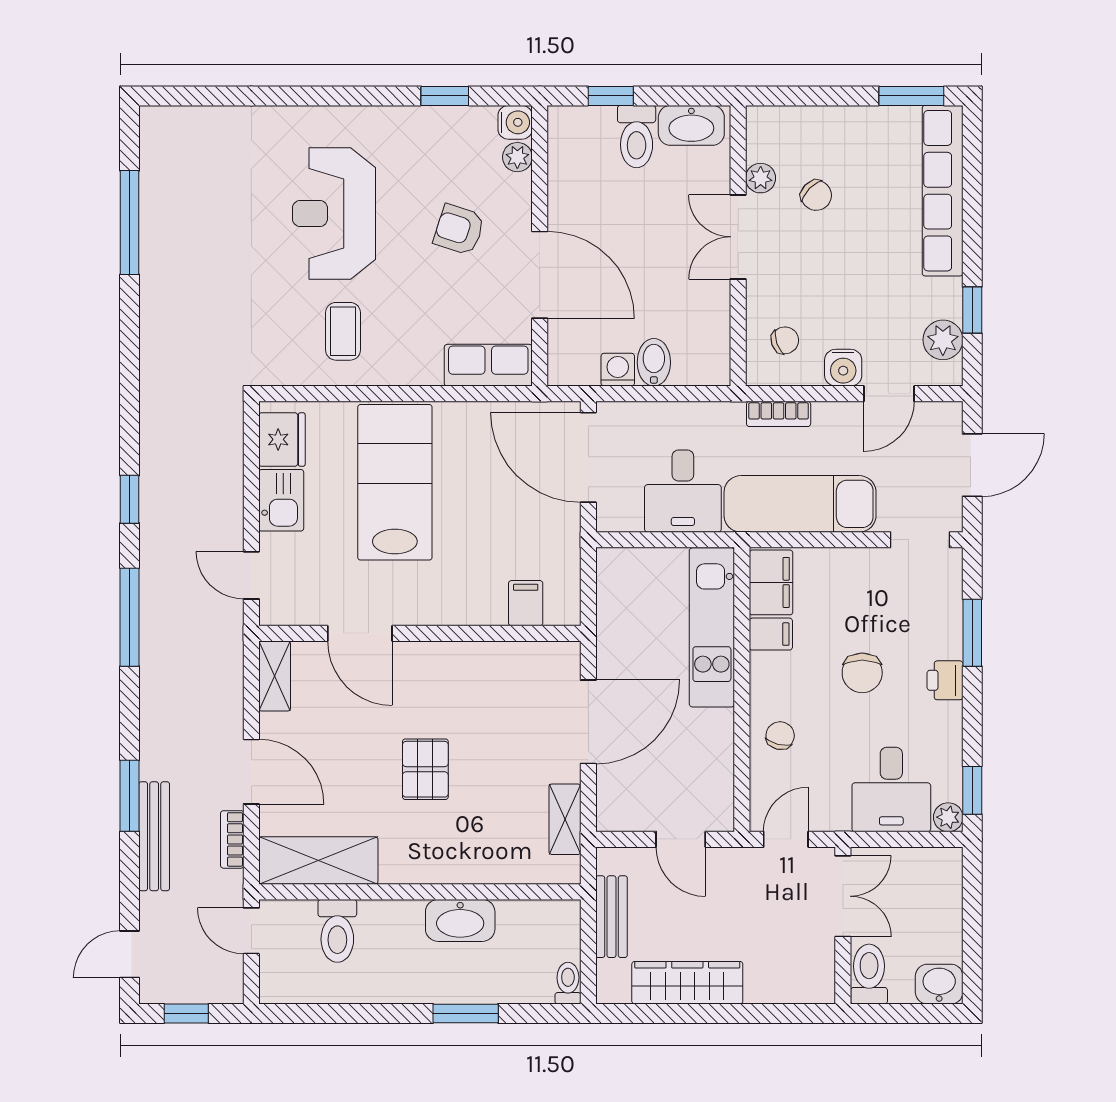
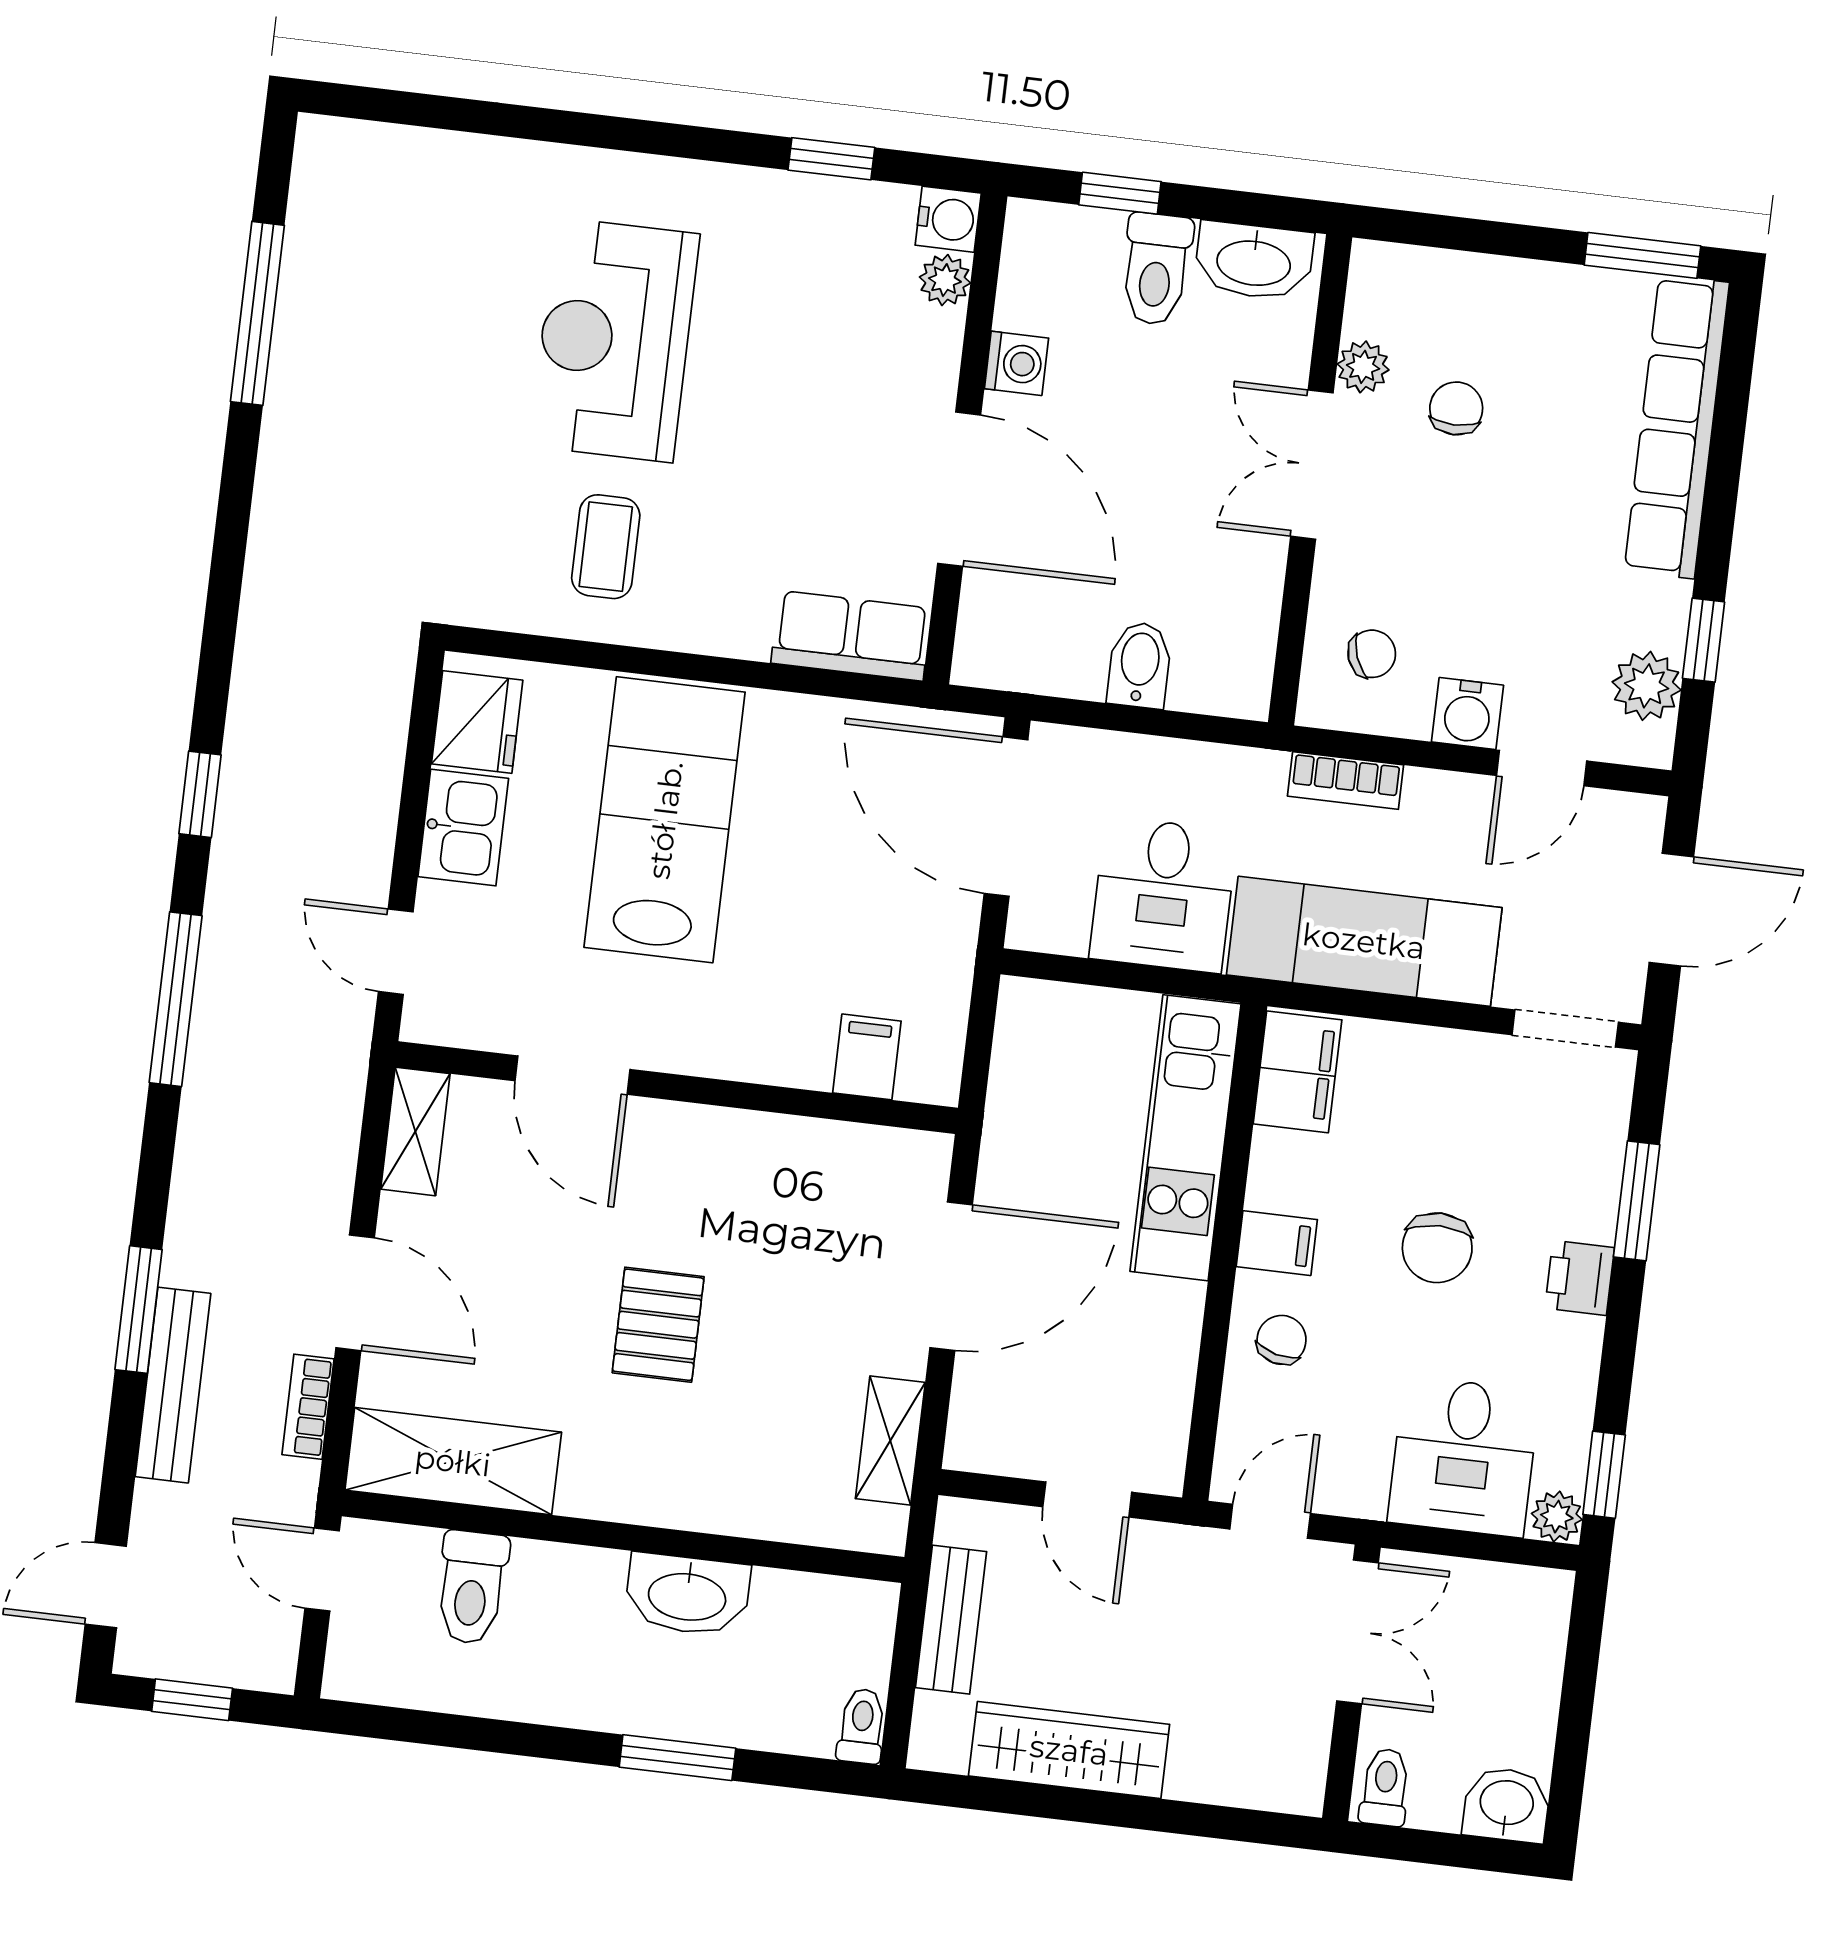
chair: (816, 195) -> (1456, 408), turned -134
armchair: (459, 230) -> (828, 394), removed
washing machine: (618, 370) -> (1017, 363), moved, turned 90
filing cabinet: (771, 634) -> (1277, 1243), moved
toilet: (869, 974) -> (1385, 1787), width x0.73, depth x0.72

